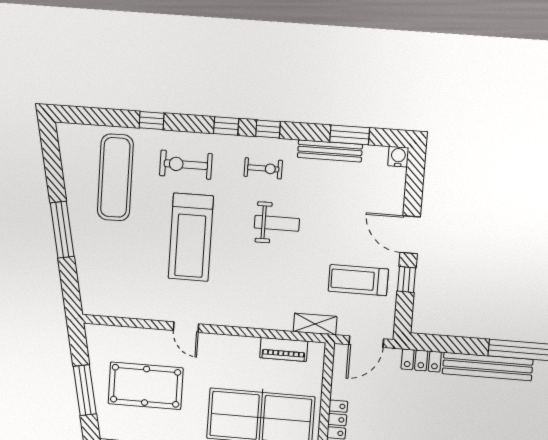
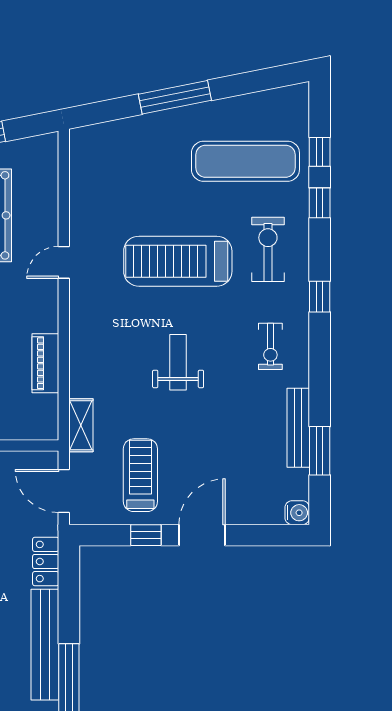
window: (268, 129) -> (320, 152), moved
weight bench: (277, 223) -> (178, 362), moved, turned 180
piano: (284, 349) -> (45, 363), moved

